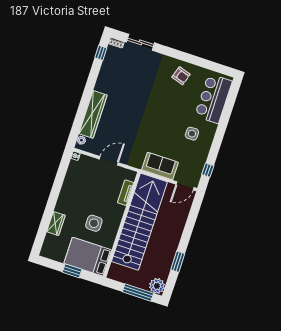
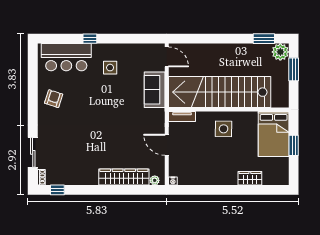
window: (208, 170) -> (90, 39), moved
tv unit: (126, 193) -> (182, 116), moved
side table: (94, 223) -> (224, 129), moved
window: (178, 262) -> (264, 39), moved
window: (138, 292) -> (294, 69), width x0.69

